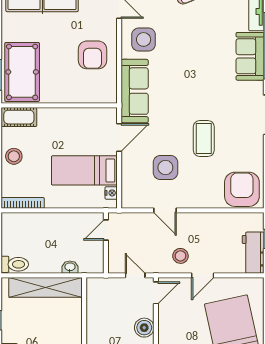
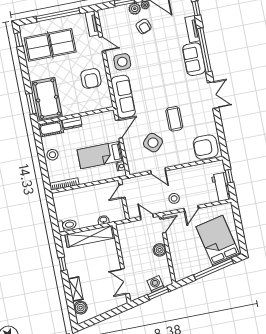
dresser: (52, 115) -> (72, 123), added
side table: (165, 168) -> (153, 143), turned 45
armchair: (242, 189) -> (206, 147), turned -90

